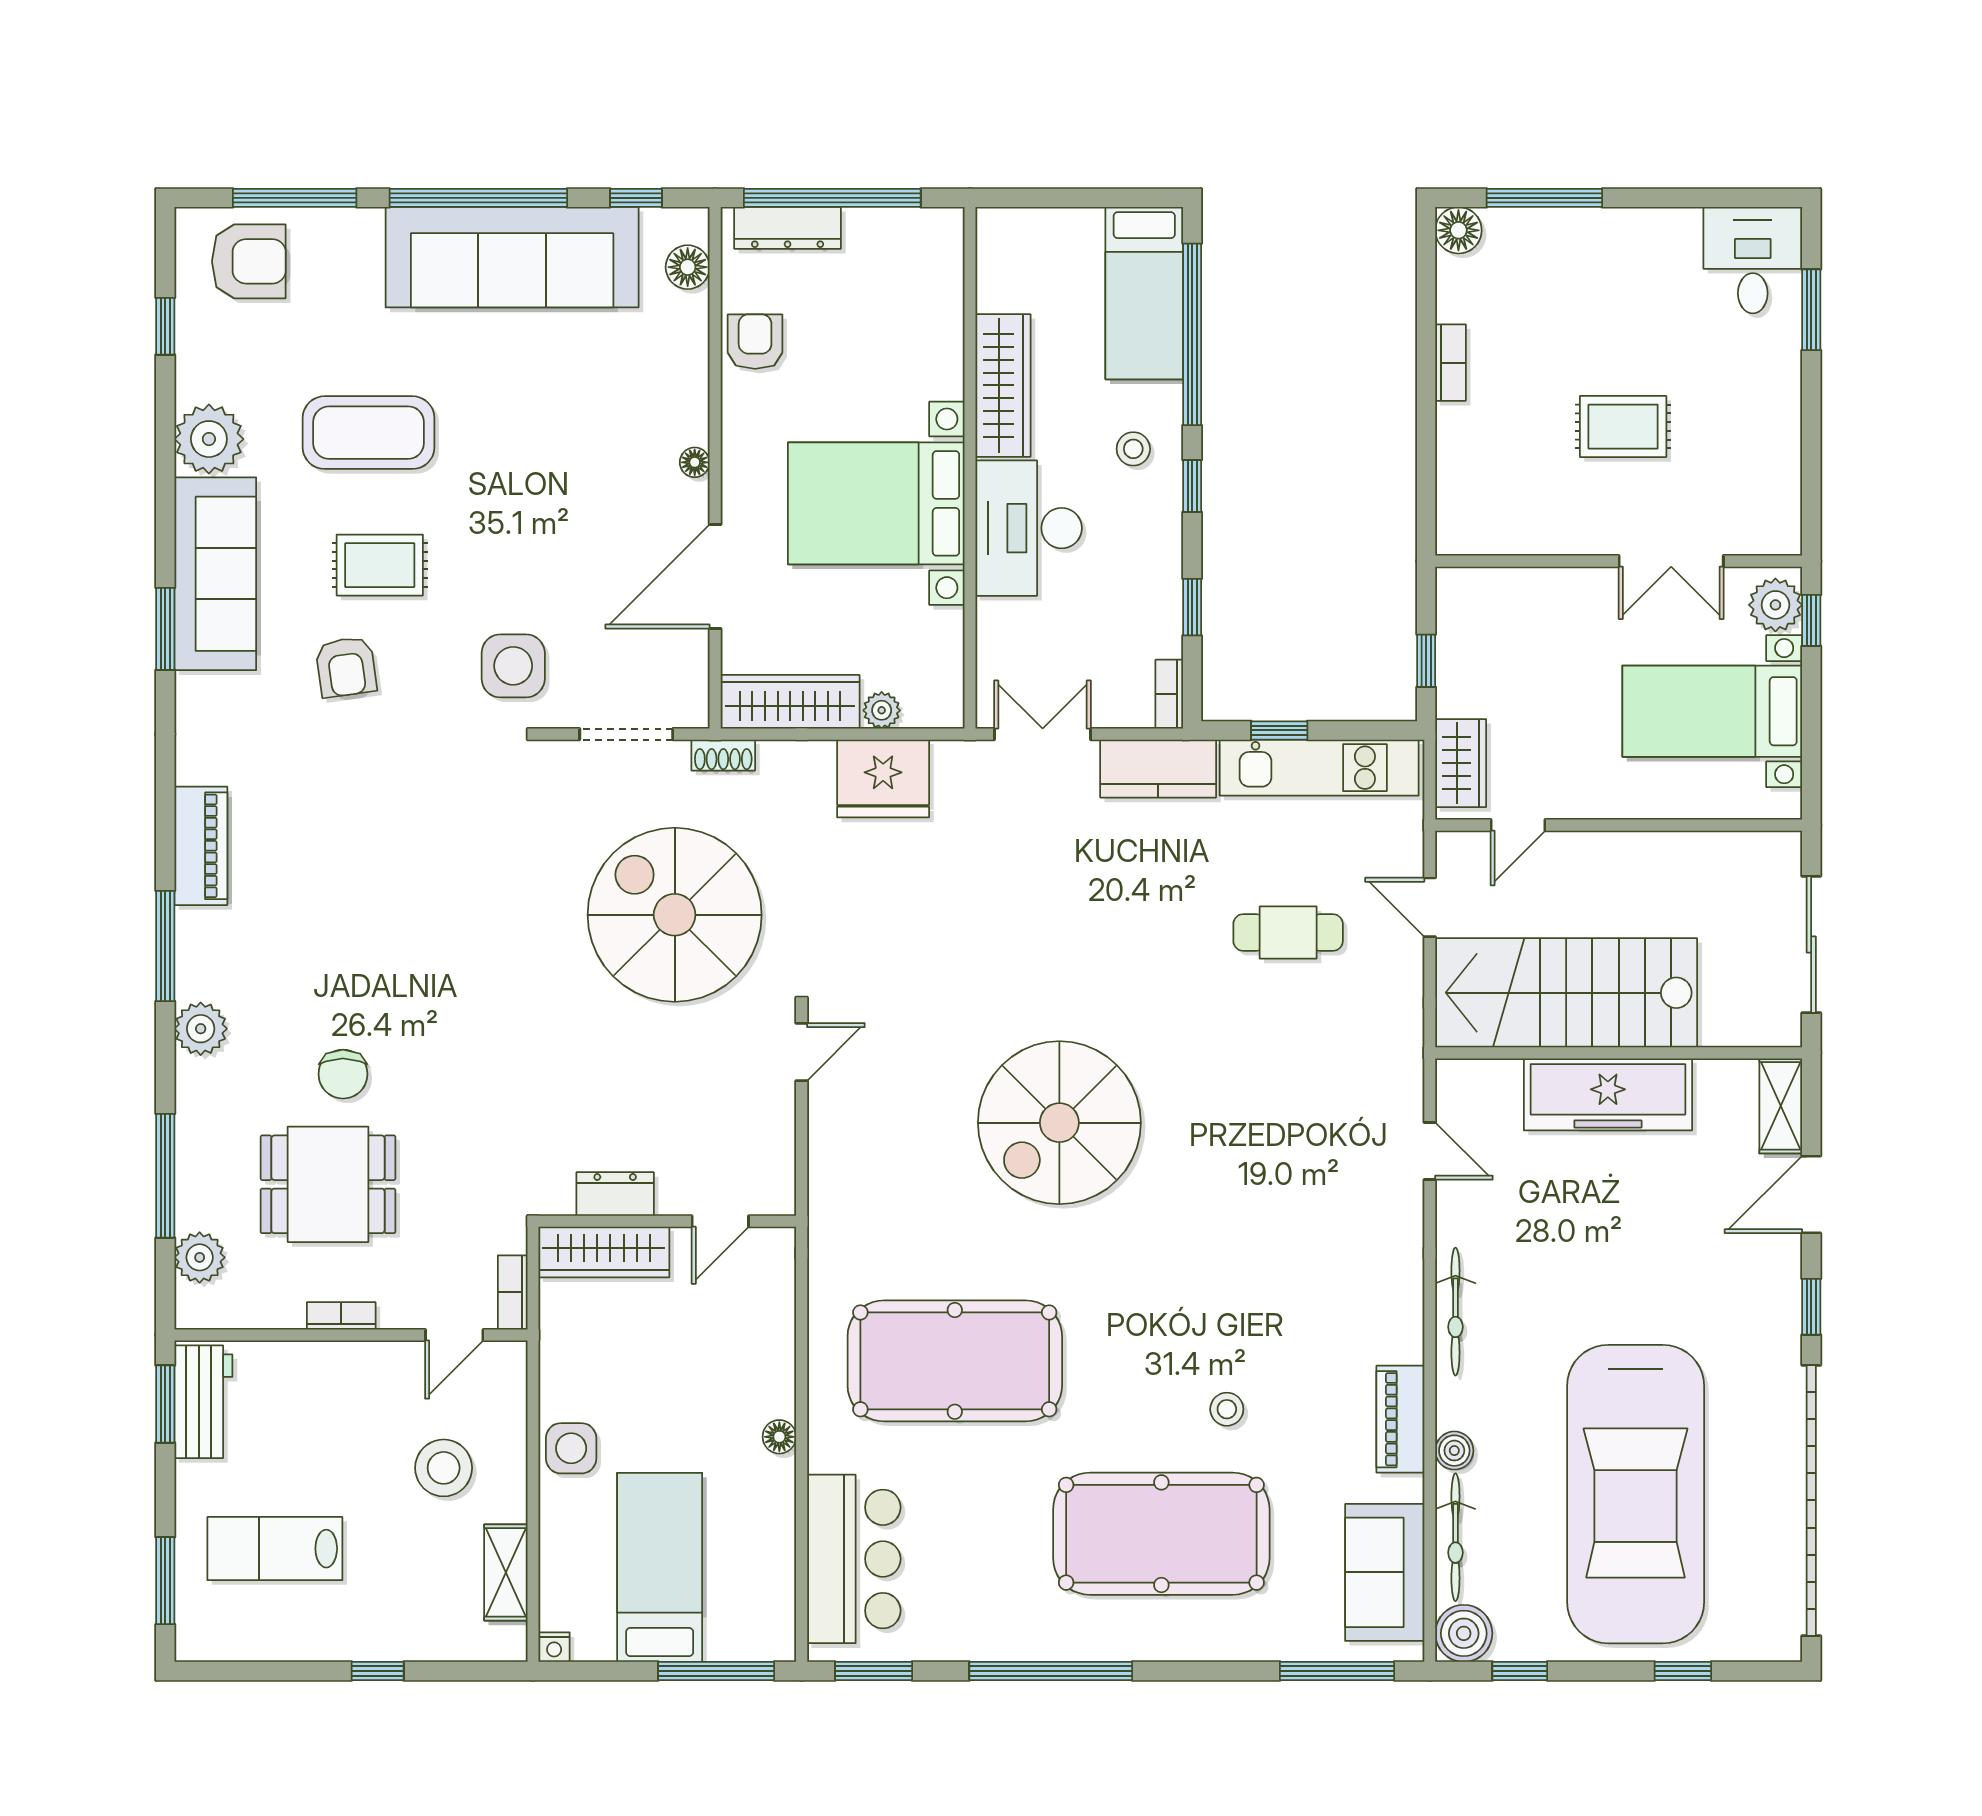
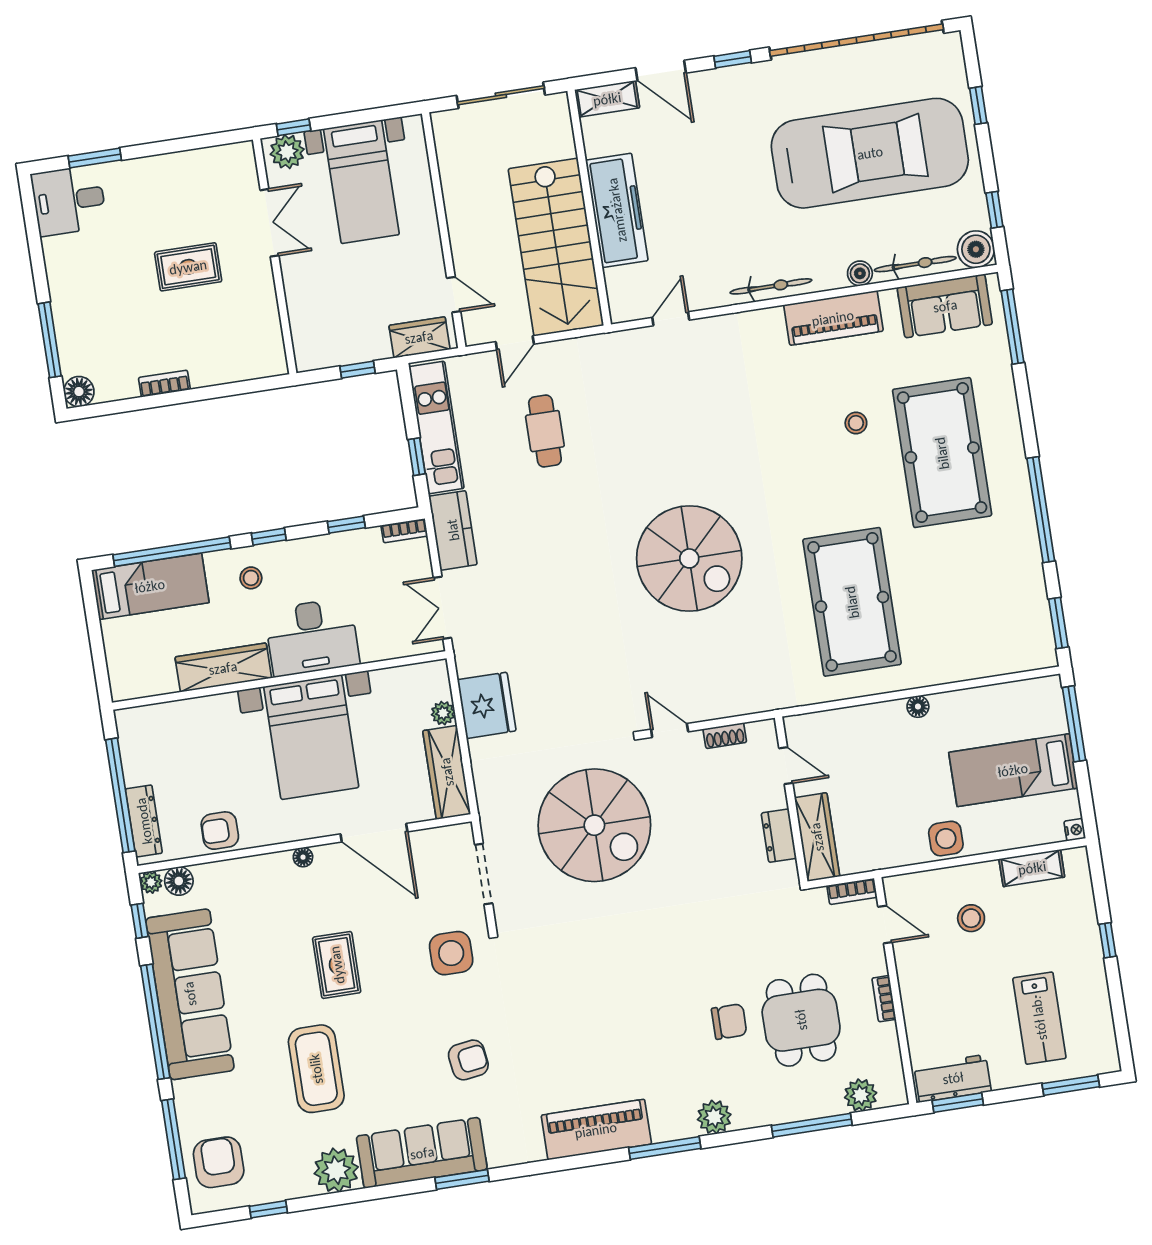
plant: (692, 224) -> (151, 882), added
rug: (1623, 427) -> (188, 267), turned 90
rug: (380, 565) -> (337, 965), moved
shoe rack: (723, 755) -> (725, 736), moved, turned 90
piano: (201, 846) -> (596, 1130), width x1.37, depth x1.33
spiral stairs: (675, 915) -> (594, 825), turned -90
piano: (1400, 1419) -> (833, 318), width x1.37, depth x1.33
stool: (444, 1468) -> (971, 918), width x0.73, depth x0.73
bar counter: (854, 1559) -> (989, 647), removed

